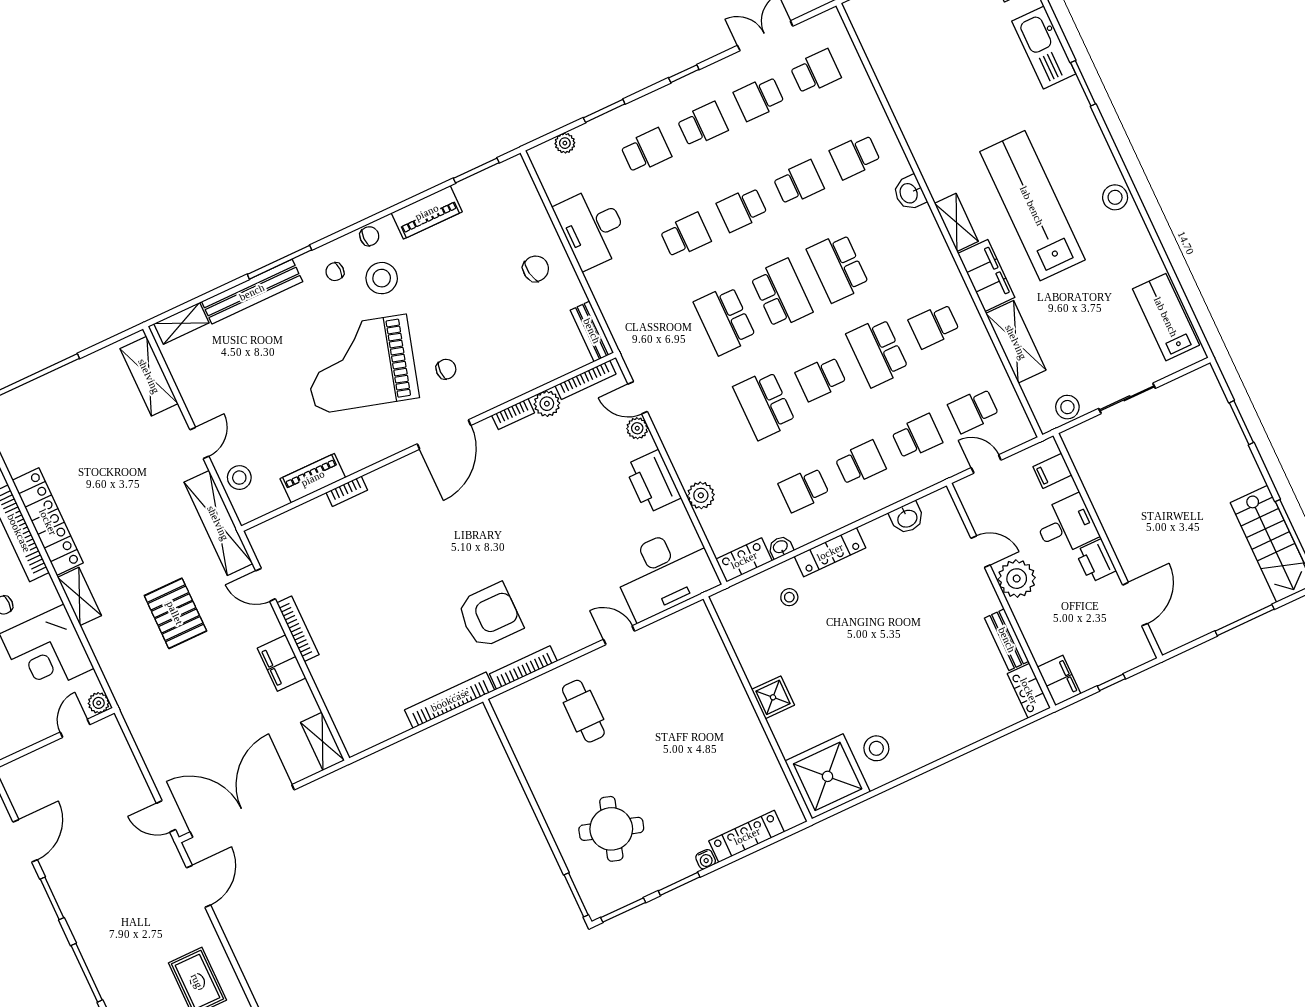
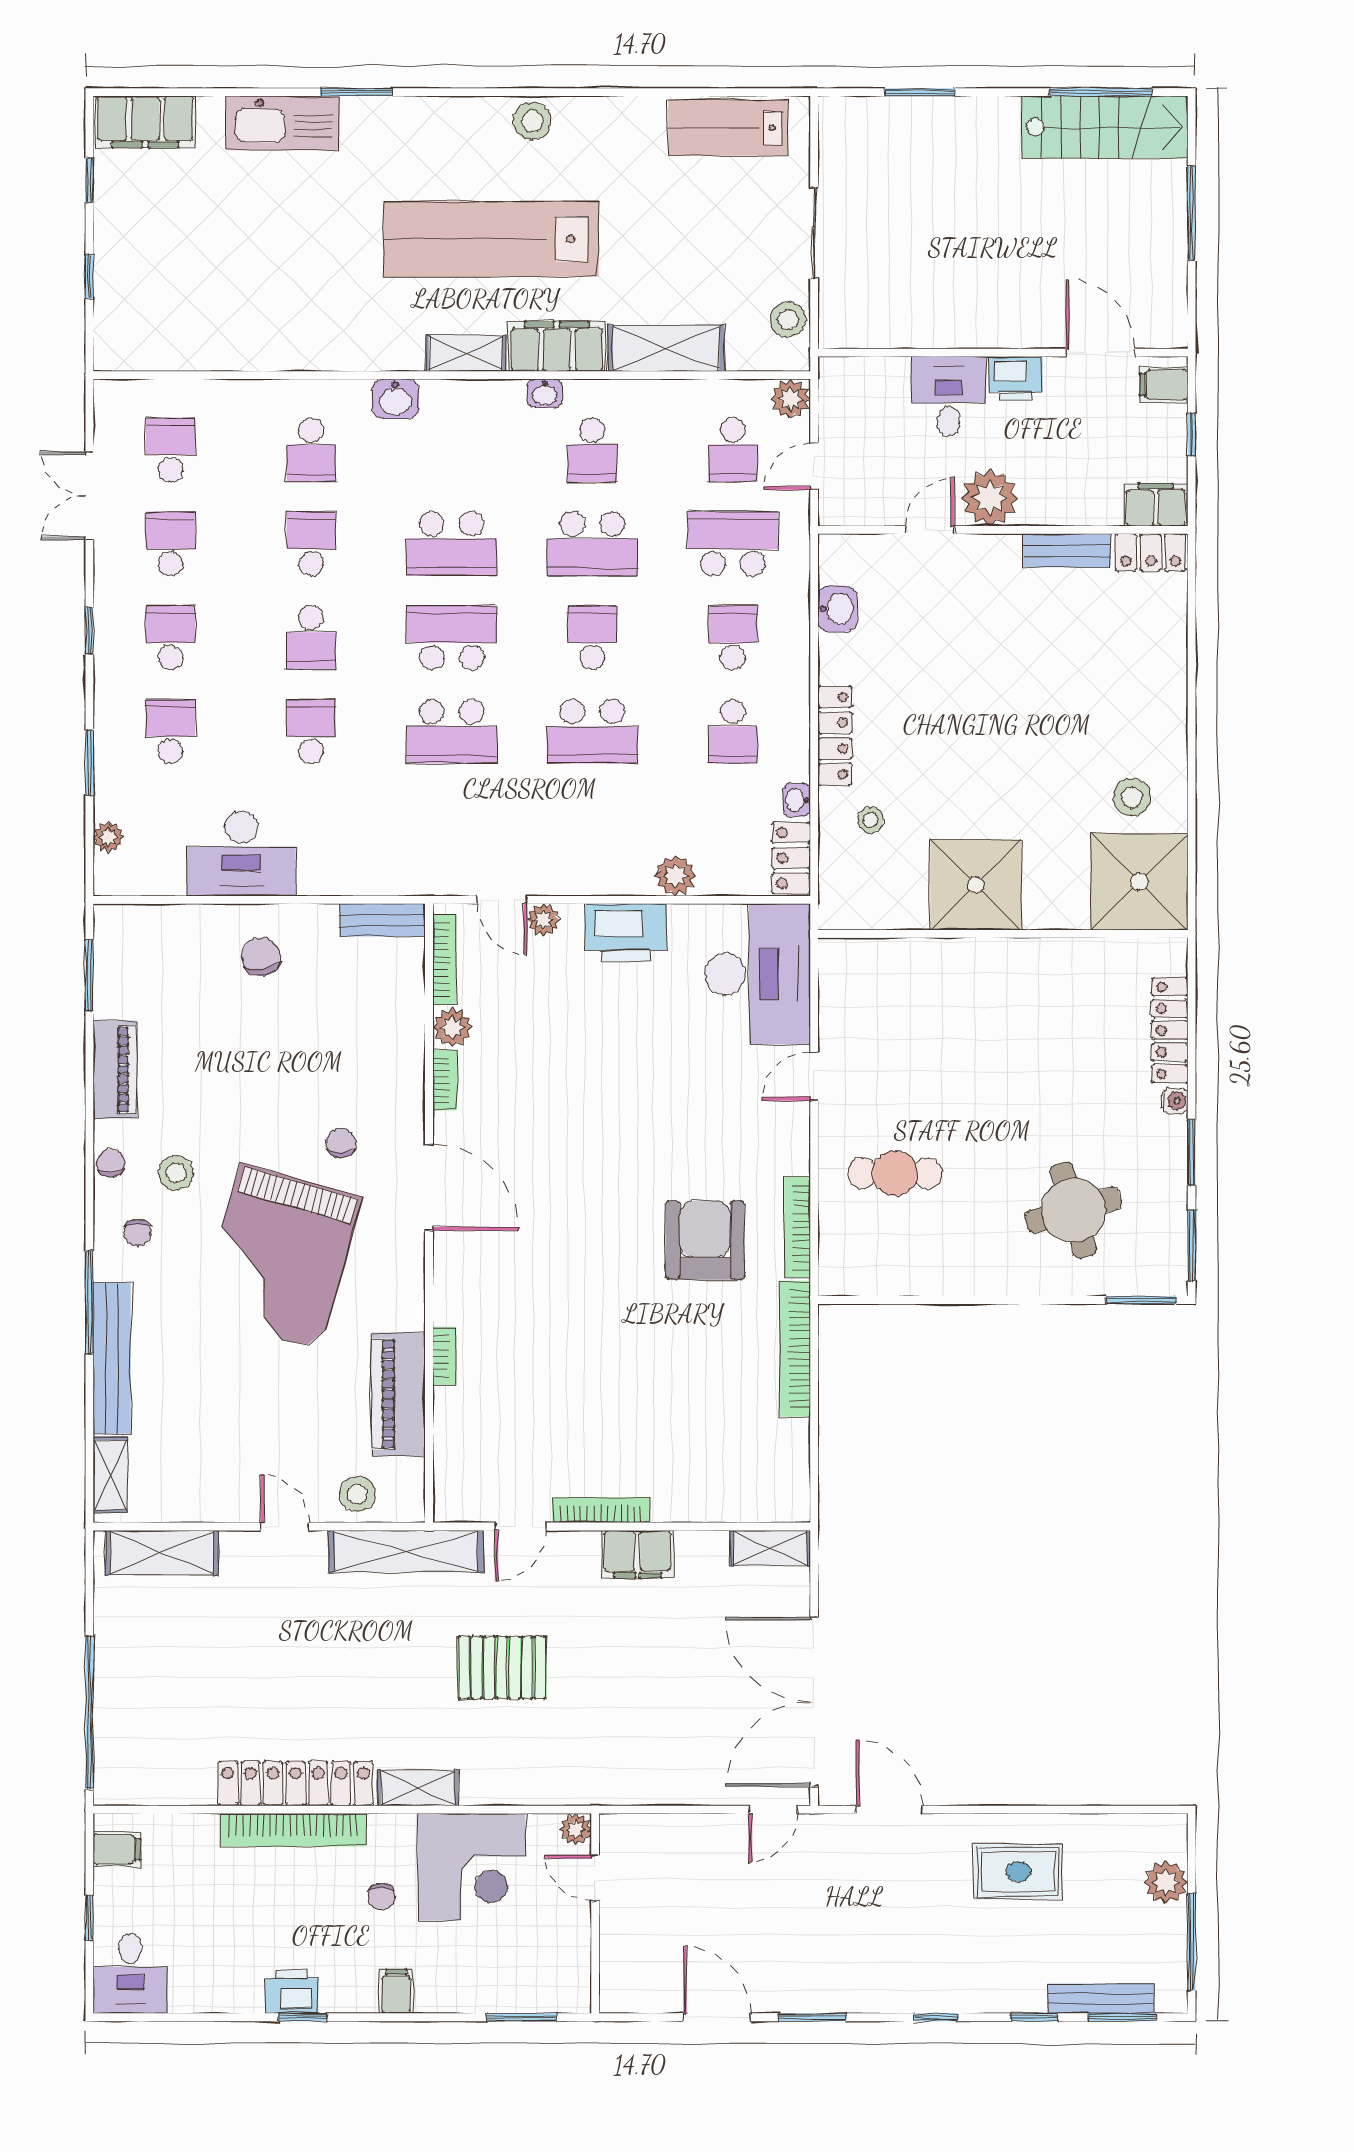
school desk: (759, 98) -> (171, 544), turned 180
stool: (382, 278) -> (176, 1173), width x0.73, depth x0.73
washbasin: (955, 281) -> (545, 393), added
school desk: (821, 378) -> (592, 638), turned 180
door: (638, 398) -> (502, 900), hinge flipped
plant: (1020, 431) -> (791, 399), added
school desk: (917, 437) -> (733, 544), width x1.85
filing cabinet: (1052, 471) -> (1164, 385), moved, turned 90
piano: (313, 478) -> (398, 1394), width x1.37, depth x1.33
shower: (773, 697) -> (976, 885), width x1.86, depth x1.86
round table: (611, 829) -> (1073, 1210), turned -33
window: (87, 973) -> (936, 2017), width x0.46

